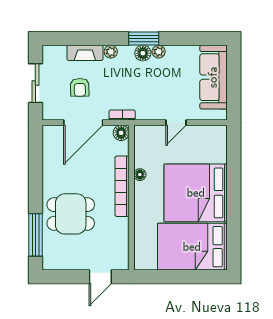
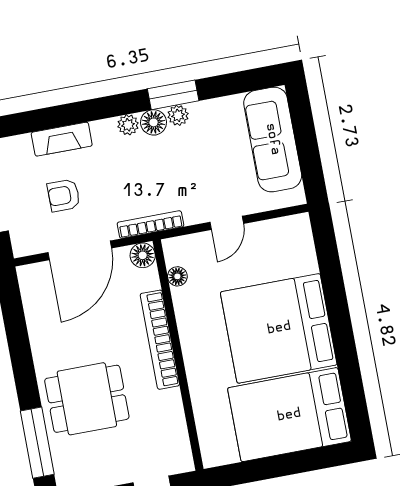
window: (144, 39) -> (173, 95), moved
plant: (111, 52) -> (128, 125), moved
armchair: (80, 87) -> (64, 195), turned 91
bookcase: (122, 115) -> (150, 224), width x1.56
floor lamp: (140, 175) -> (177, 276), moved

